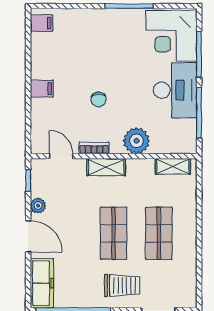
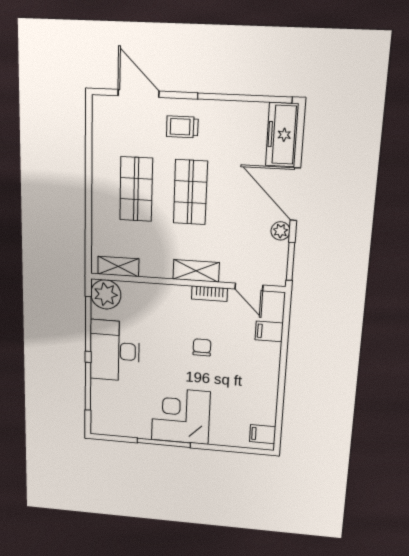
corner desk: (171, 36) -> (181, 416), moved, turned -90
filing cabinet: (42, 89) -> (269, 331), moved
plant: (136, 141) -> (106, 294), moved
window: (28, 181) -> (290, 261), width x1.50
door: (28, 236) -> (295, 194), width x1.36
trolley: (122, 286) -> (182, 127), width x0.73, depth x0.72

